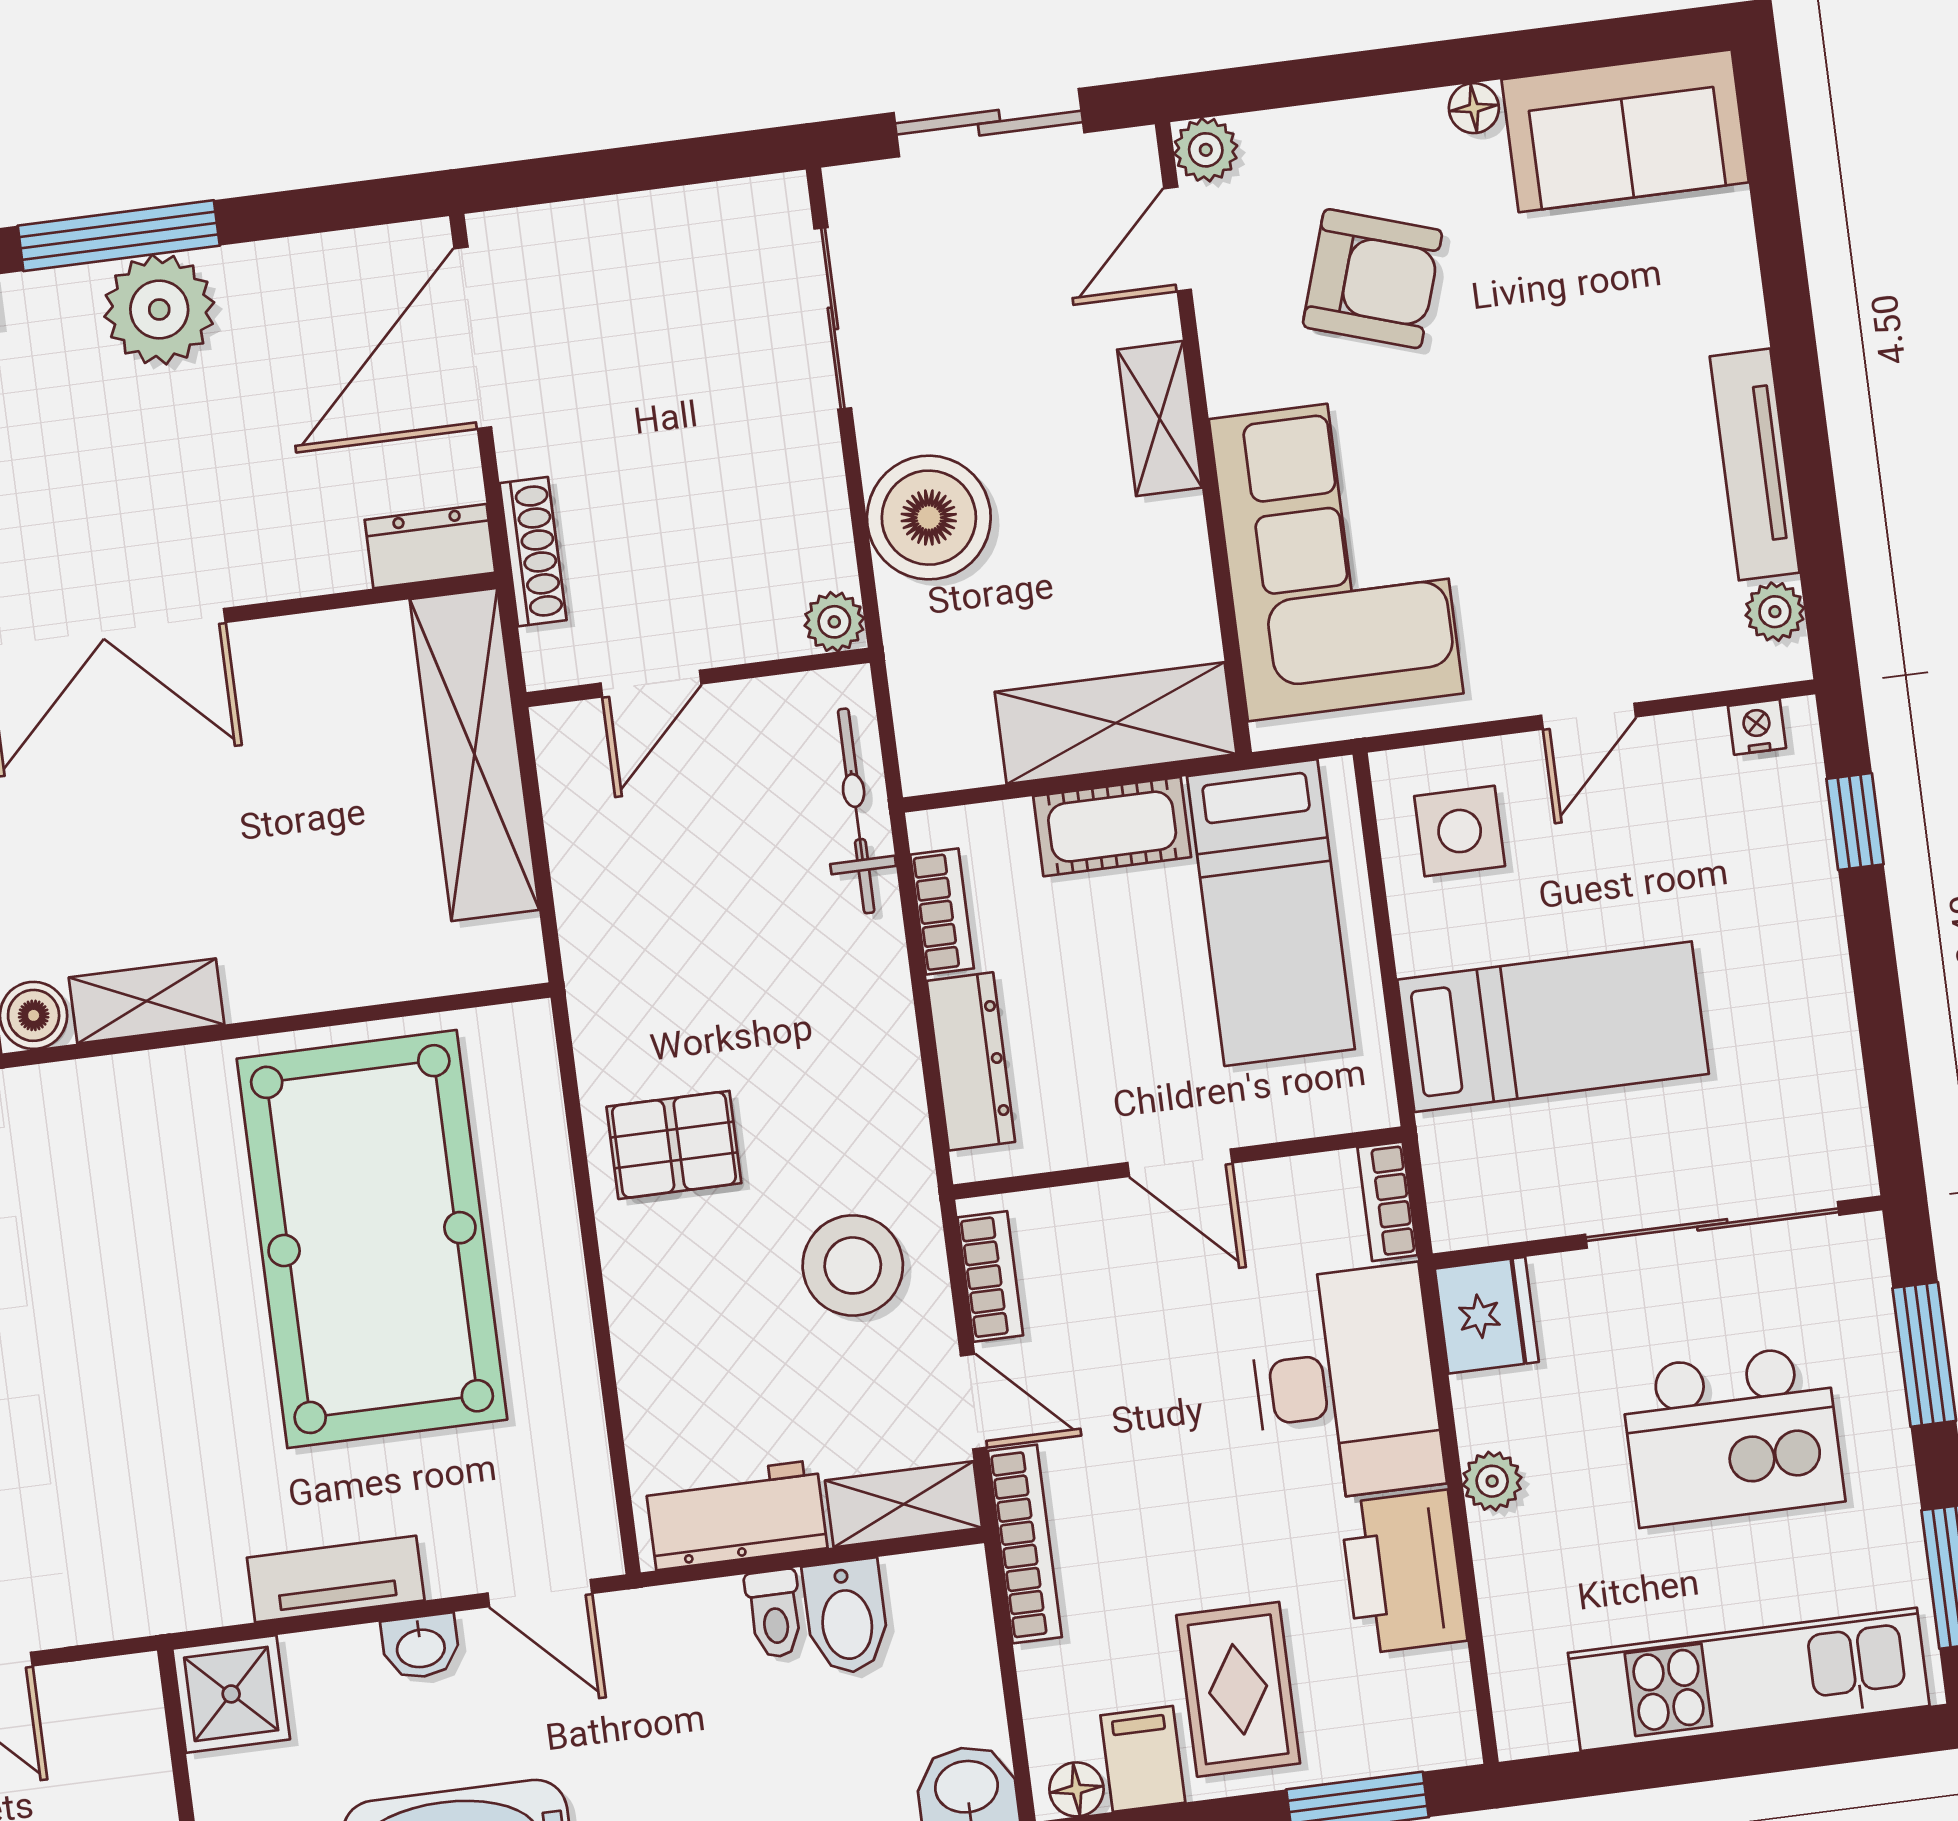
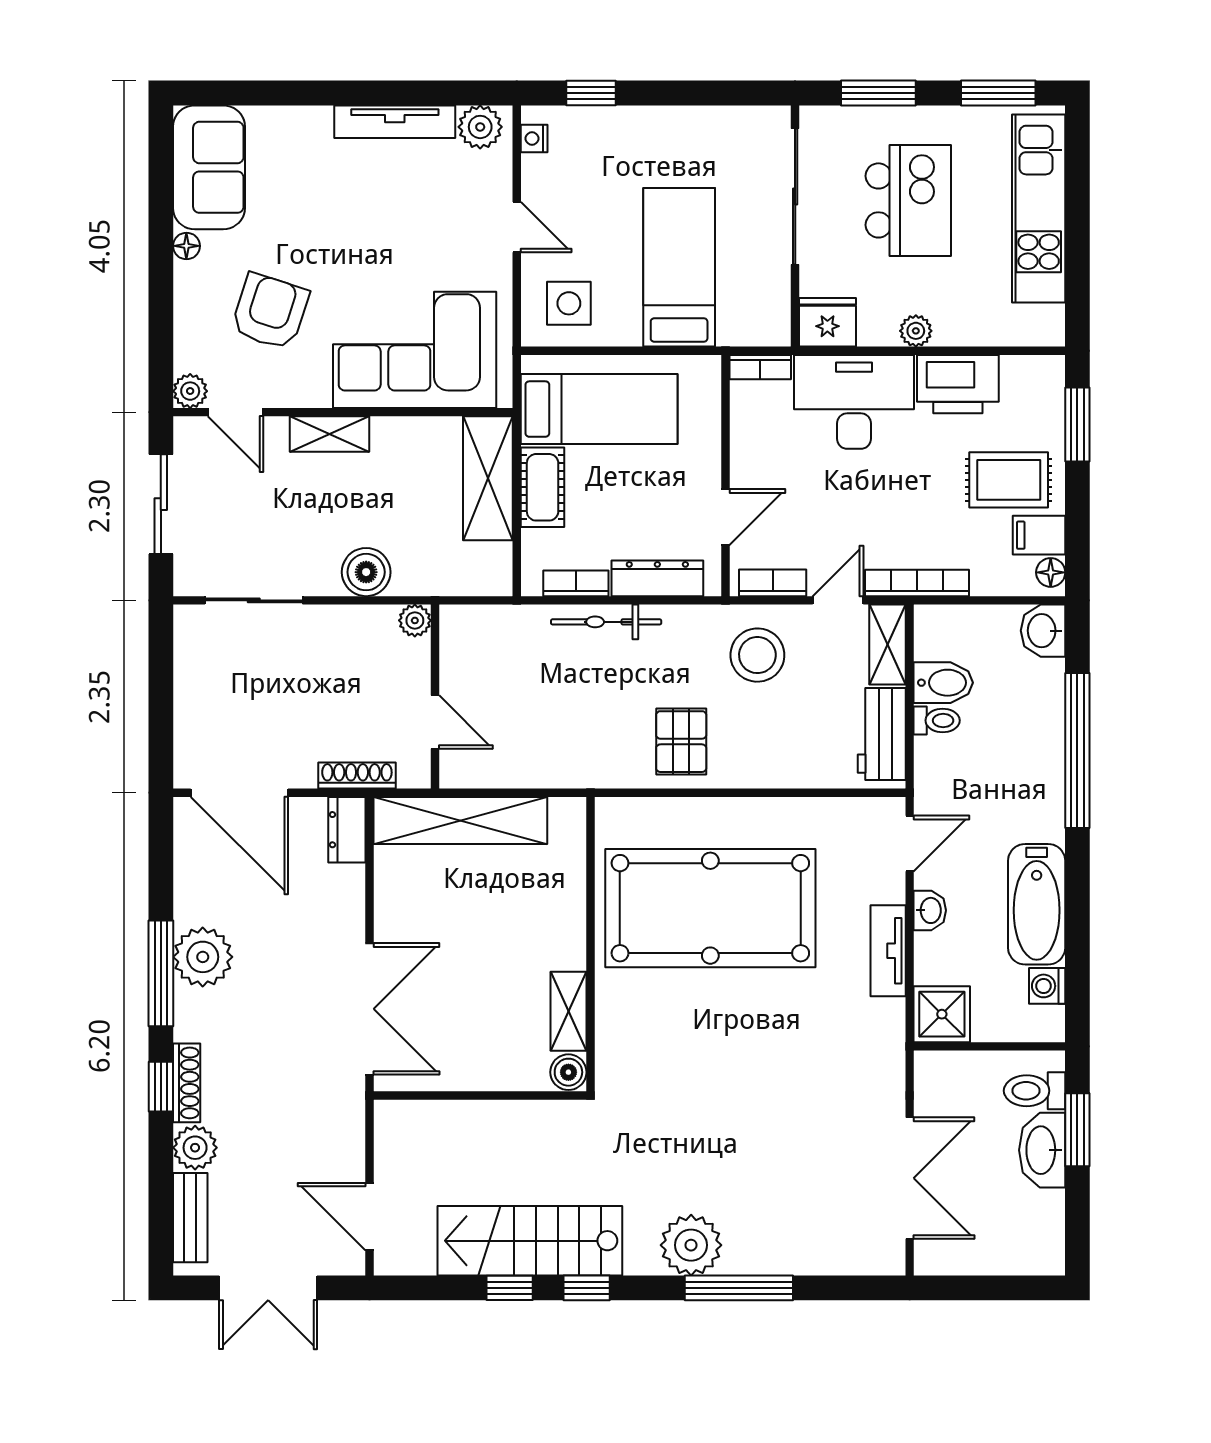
boiler: (929, 518) -> (366, 572), width x0.73, depth x0.73
plant: (1775, 612) -> (480, 127), width x1.38, depth x1.38
bicycle: (856, 811) -> (606, 622), moved
door: (1180, 1163) -> (725, 517), moved

